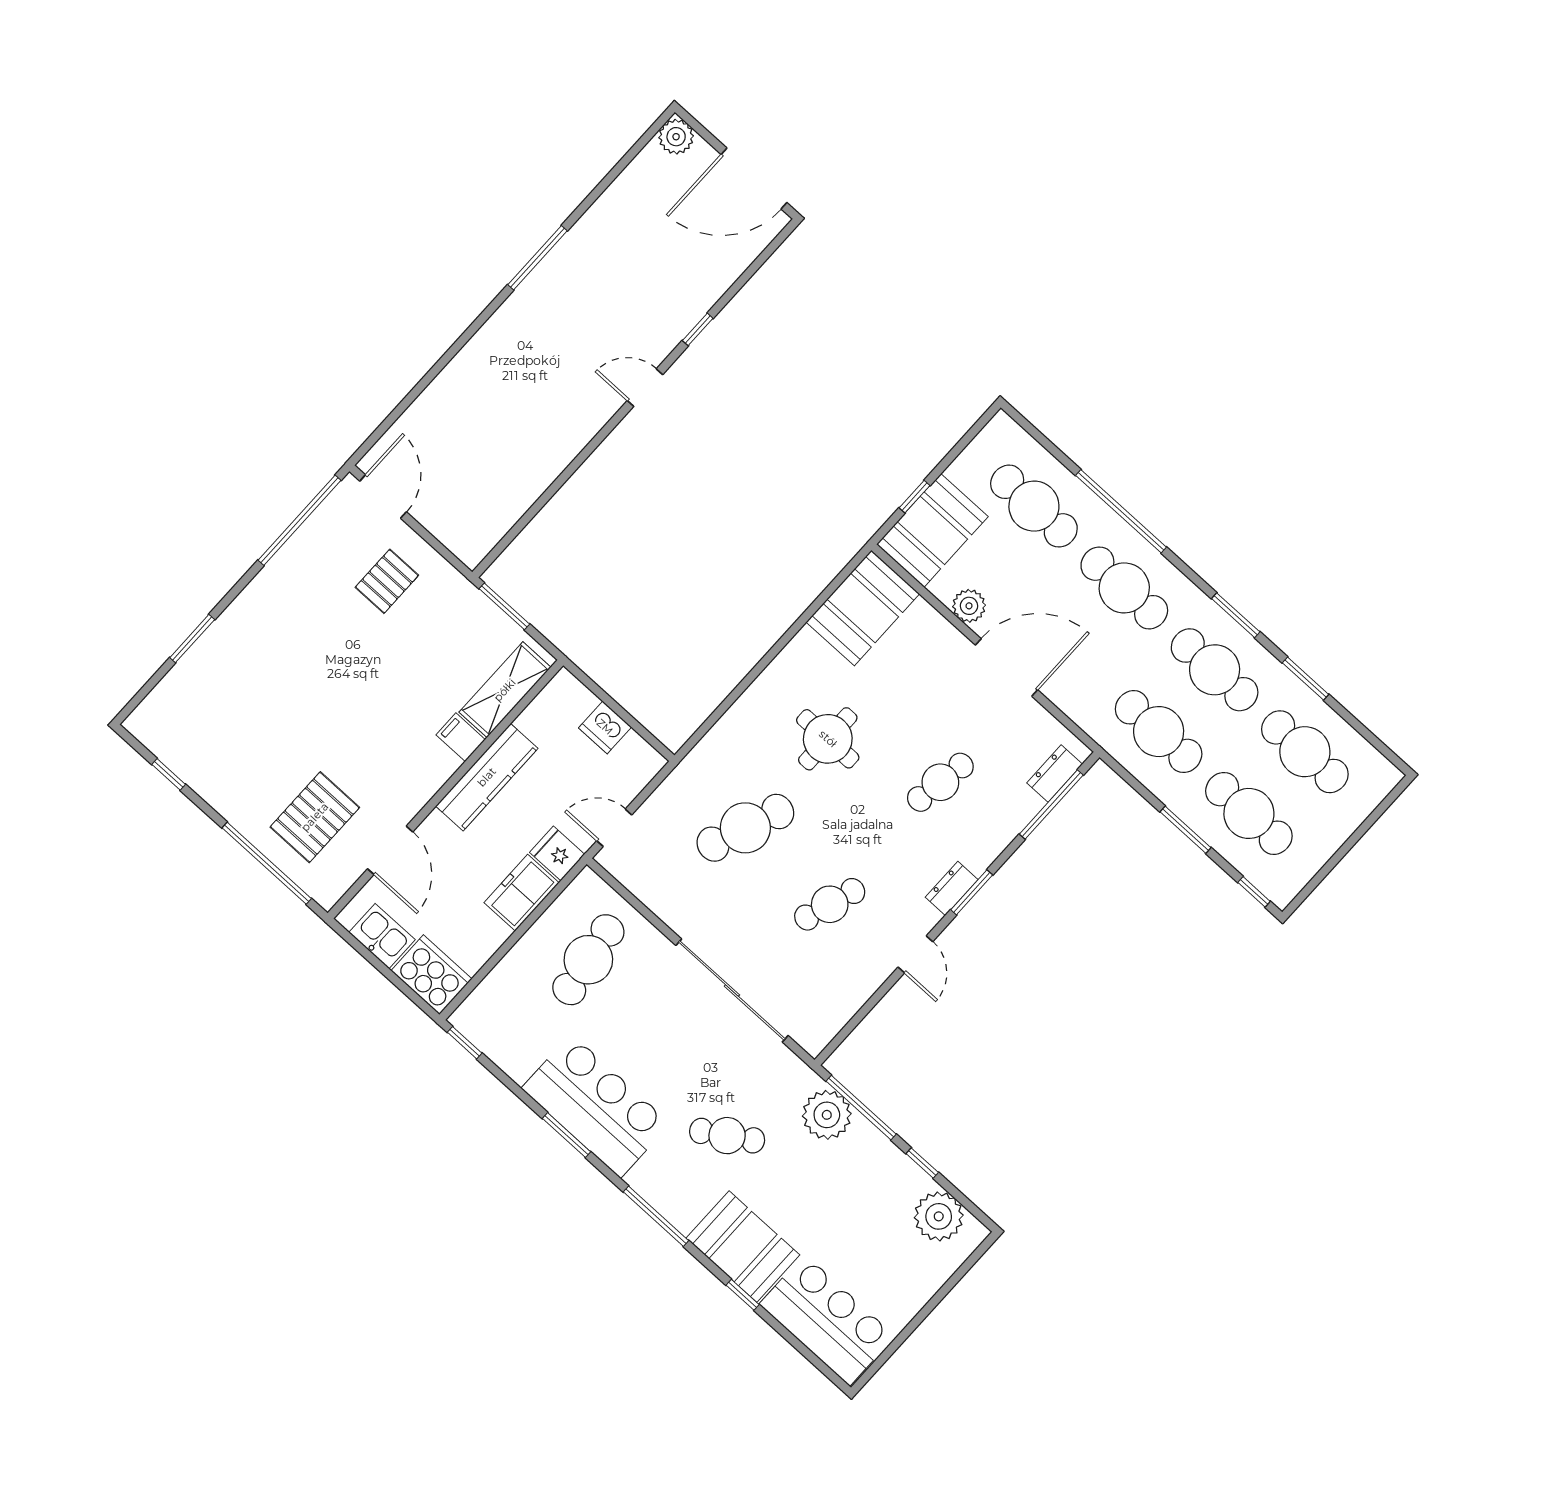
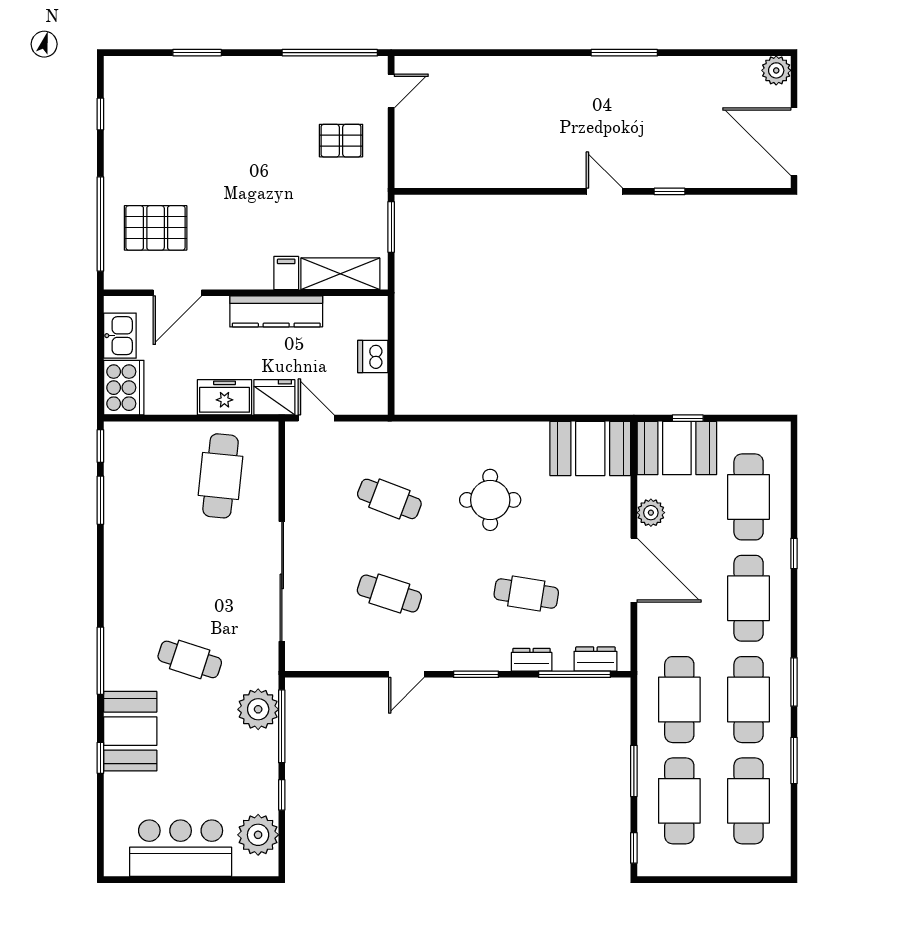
door: (383, 496) -> (391, 91), width x0.73
window: (1121, 511) -> (794, 553), width x0.32
cafe table: (745, 828) -> (389, 499), width x0.73, depth x0.74
fridge: (557, 853) -> (274, 397), width x1.38
dresser: (952, 888) -> (532, 660), moved
cafe table: (588, 960) -> (221, 476), turned -75
bar counter: (596, 1106) -> (135, 562), removed
window: (567, 1135) -> (100, 500), moved
cafe table: (727, 1136) -> (190, 659), turned -40
bar counter: (827, 1320) -> (181, 848), moved, turned -90

